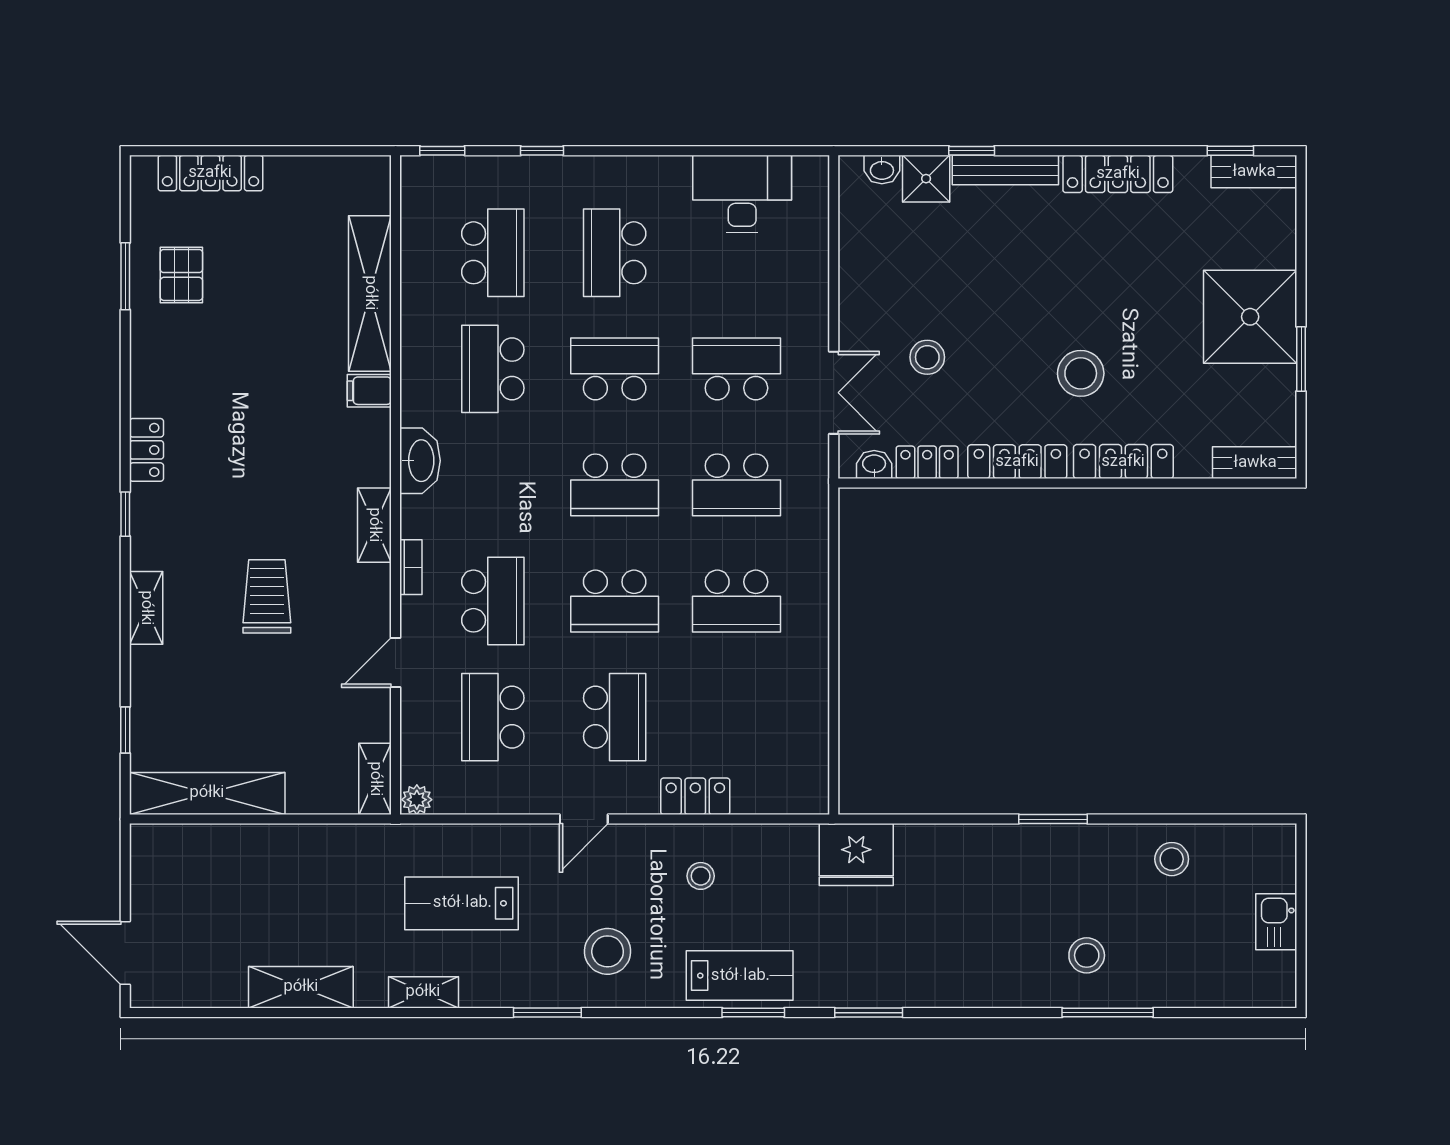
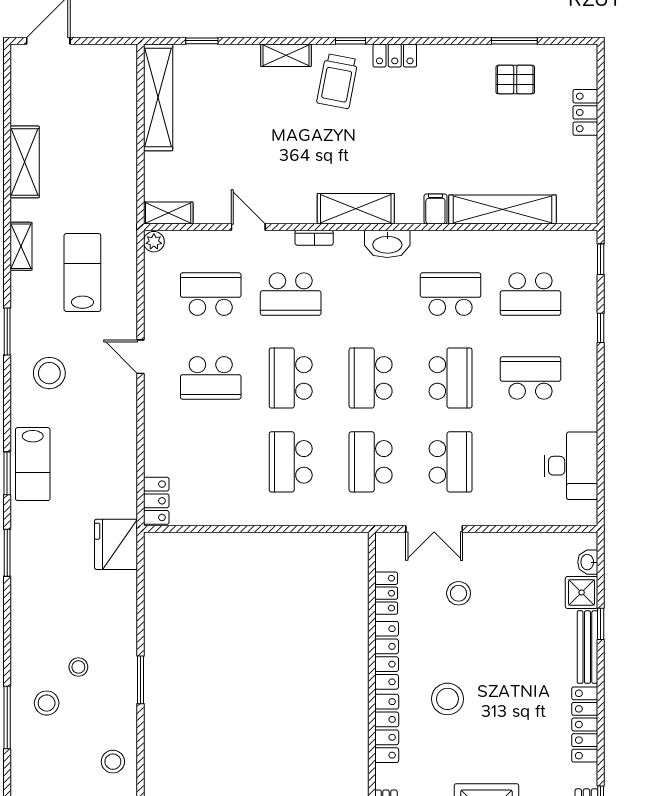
locker: (210, 173) -> (585, 112), width x0.66
washbasin: (874, 465) -> (385, 557), removed
shelving: (374, 525) -> (356, 209), width x1.50, depth x1.33
trolley: (267, 596) -> (337, 81), moved, turned 101
locker: (695, 796) -> (156, 501), moved
stool: (701, 876) -> (78, 667), moved

